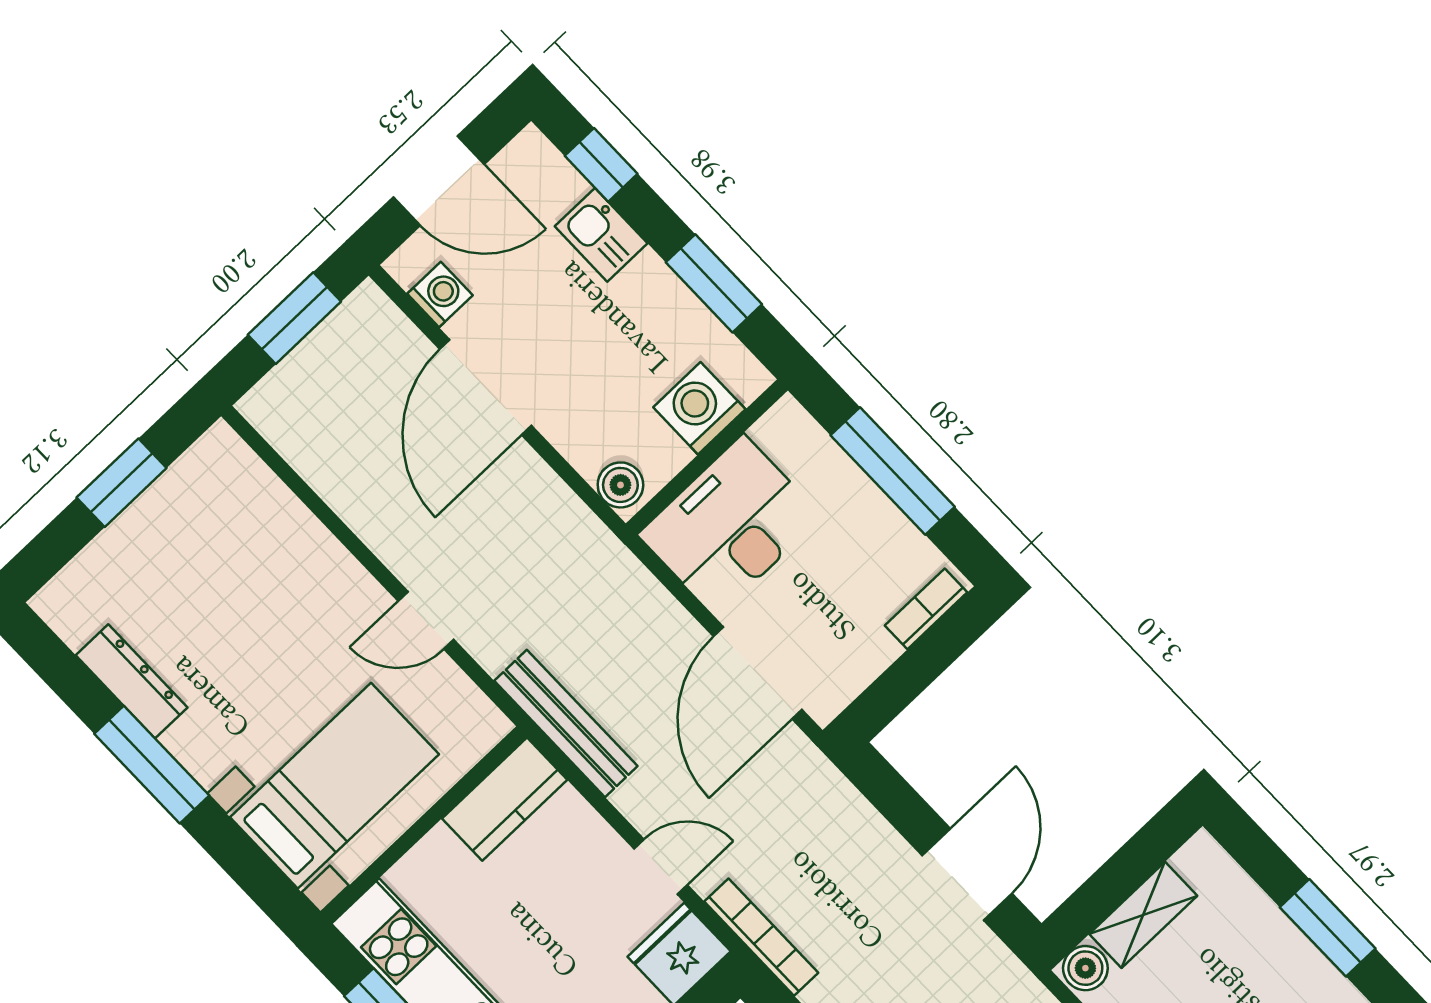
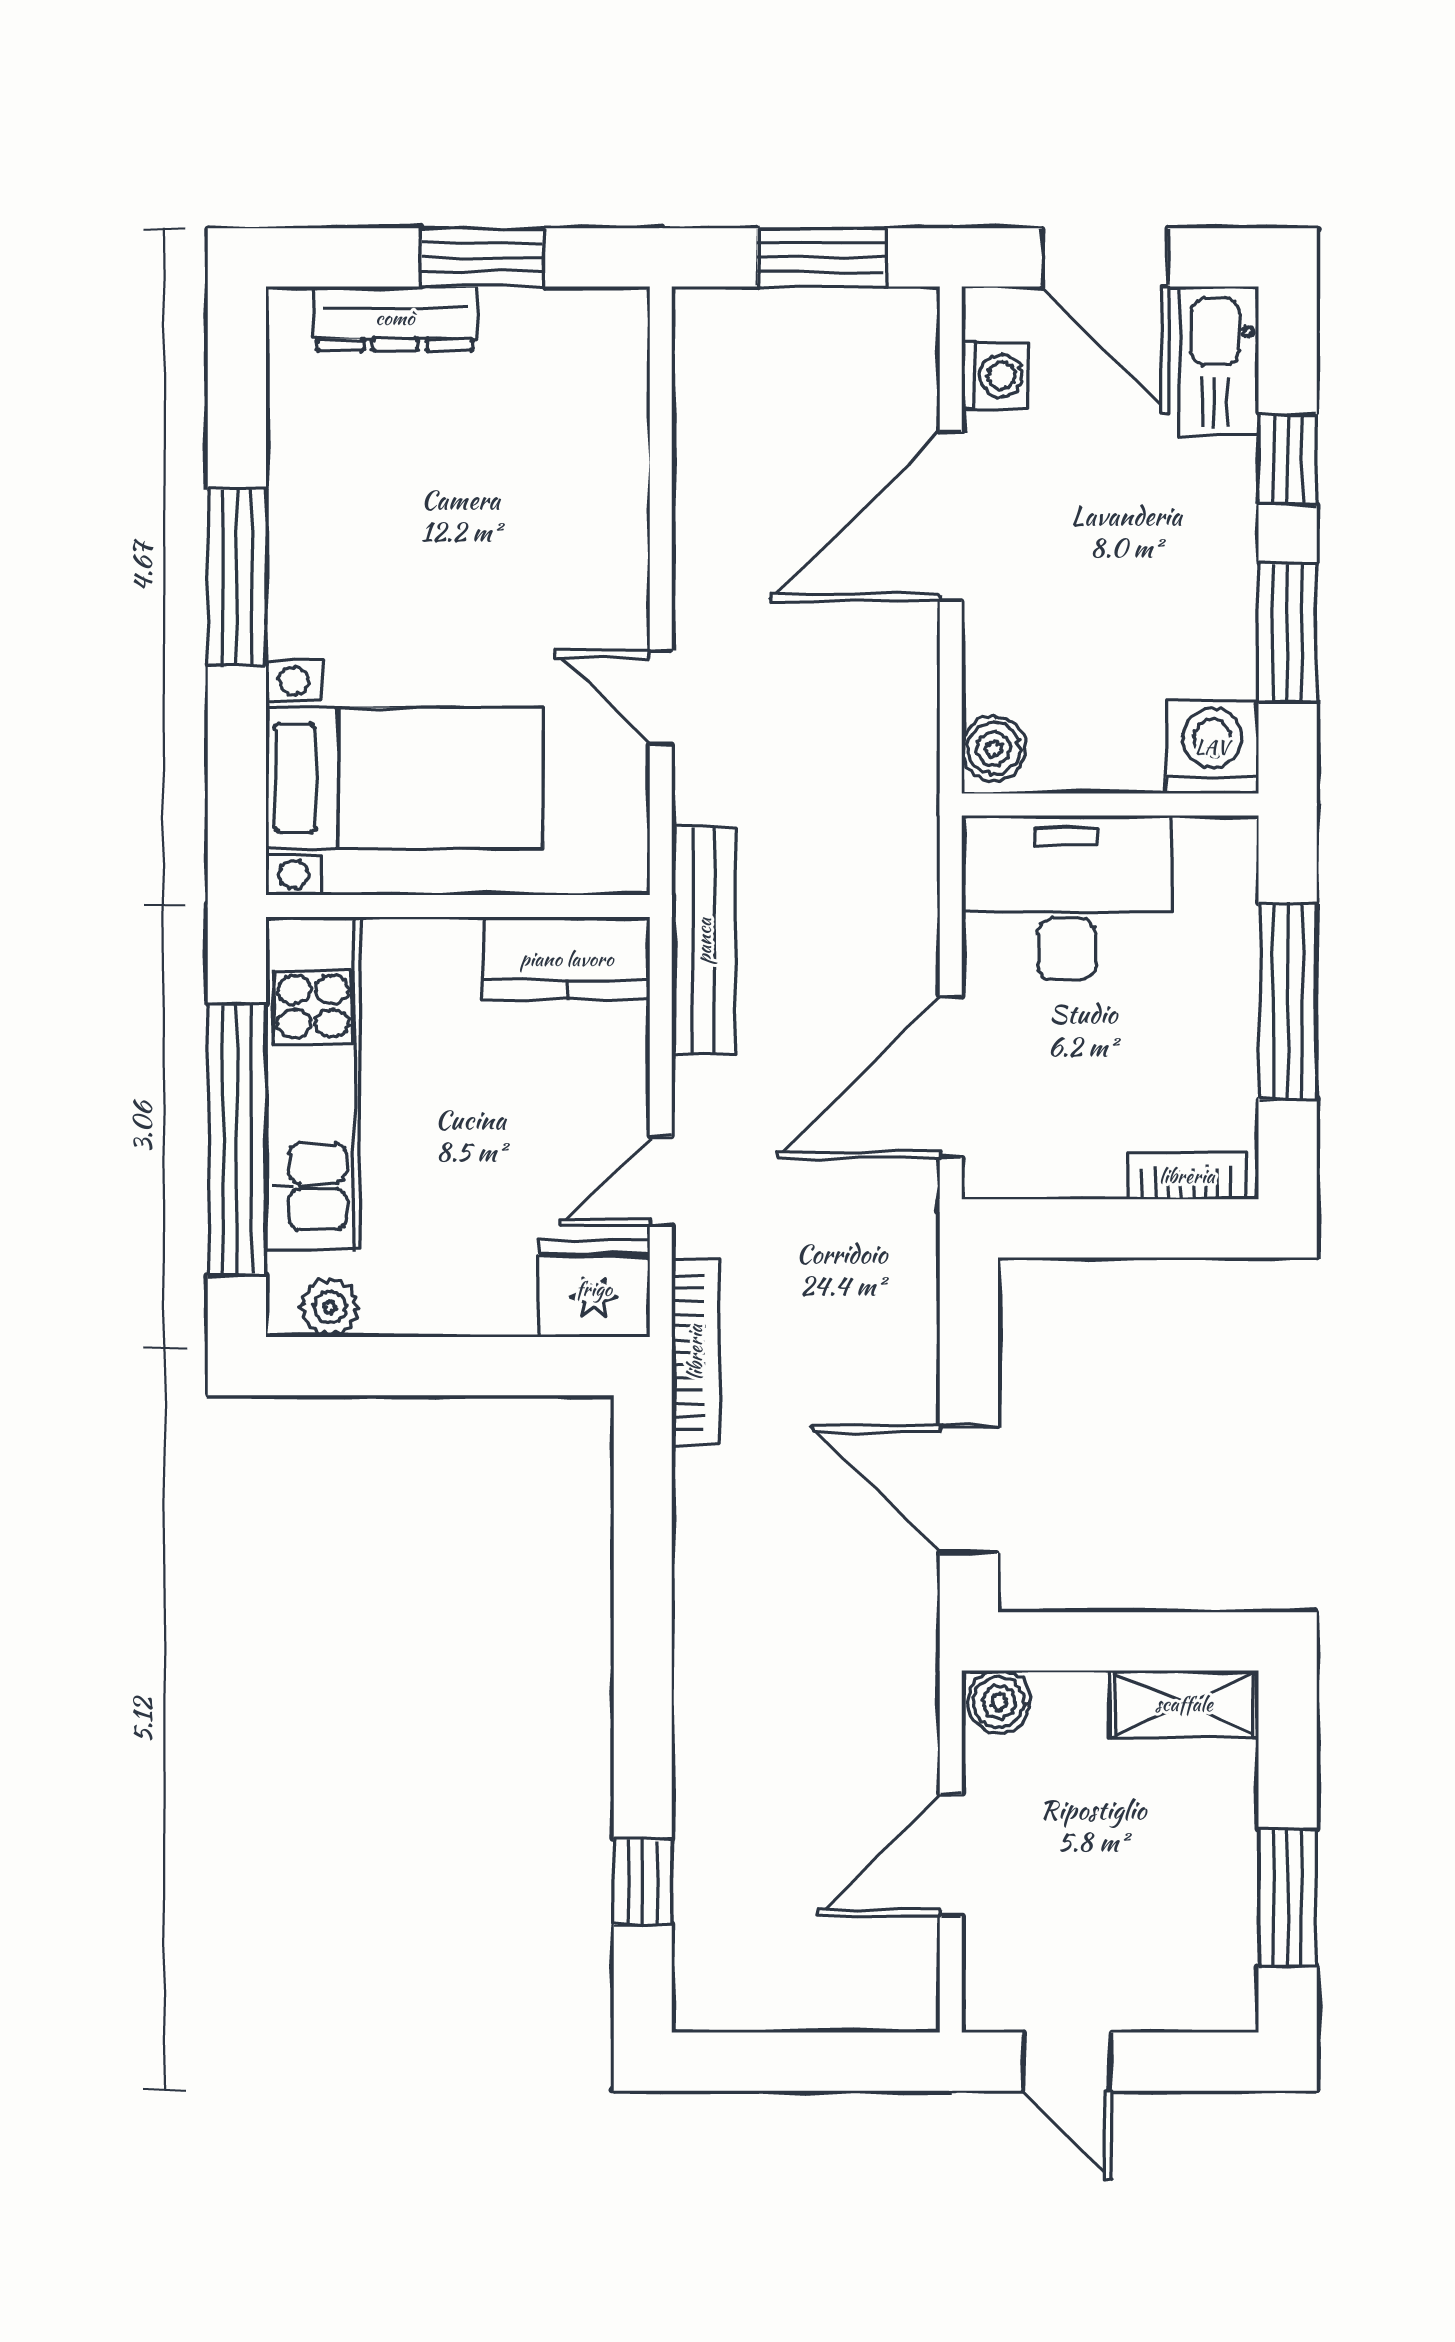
window: (601, 165) -> (1288, 459), moved
kitchen sink: (601, 235) -> (1219, 361), moved, width x1.38
washing machine: (699, 408) -> (1212, 747), moved
dresser: (132, 681) -> (395, 318), moved, turned 90
door: (661, 867) -> (661, 1181), swing flipped
door: (967, 874) -> (969, 1489), swing flipped
shelving: (1143, 915) -> (1184, 1704), moved

